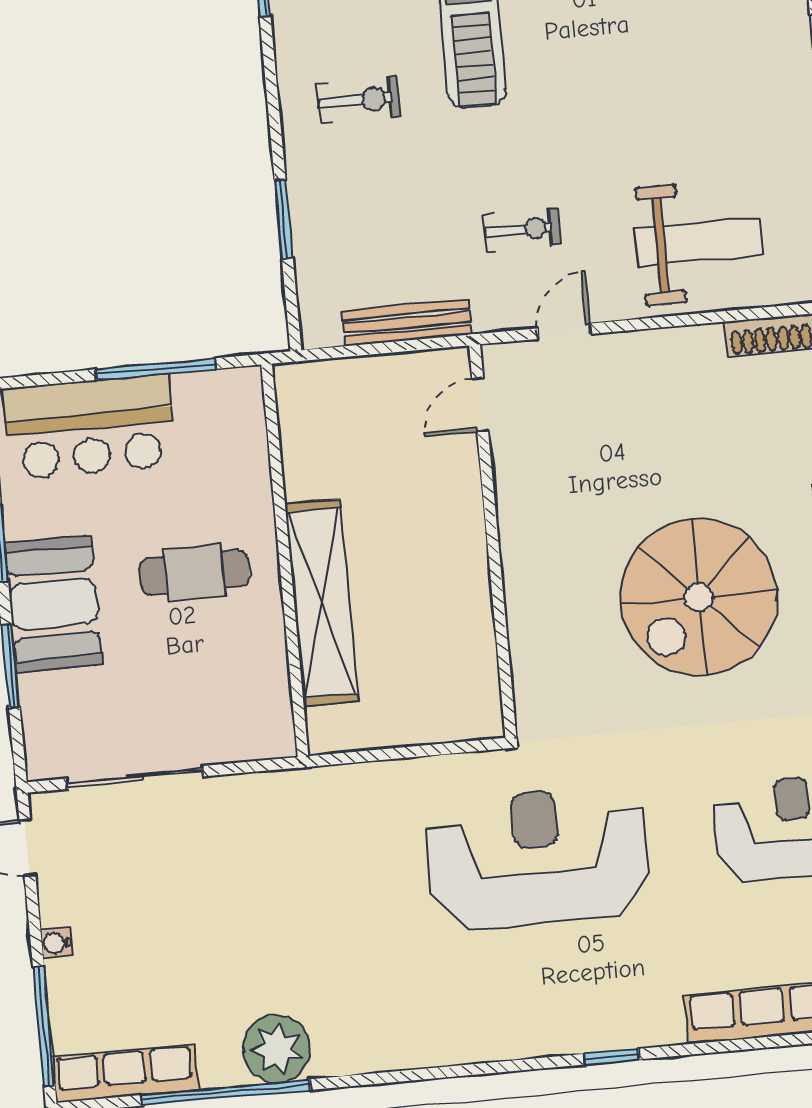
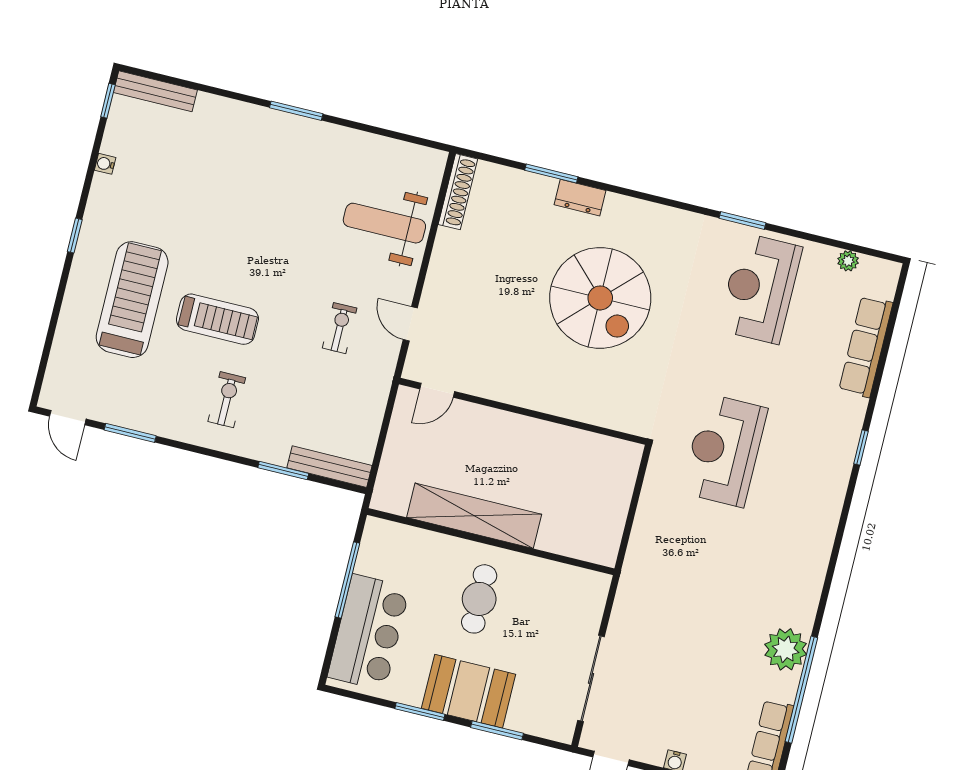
weight bench: (699, 242) -> (384, 223), turned -90
bench: (407, 323) -> (330, 467), moved, turned 90
door: (480, 405) -> (437, 390), hinge flipped
shelving: (322, 603) -> (474, 516), moved
reception desk: (538, 857) -> (724, 450), width x0.74, depth x0.77

